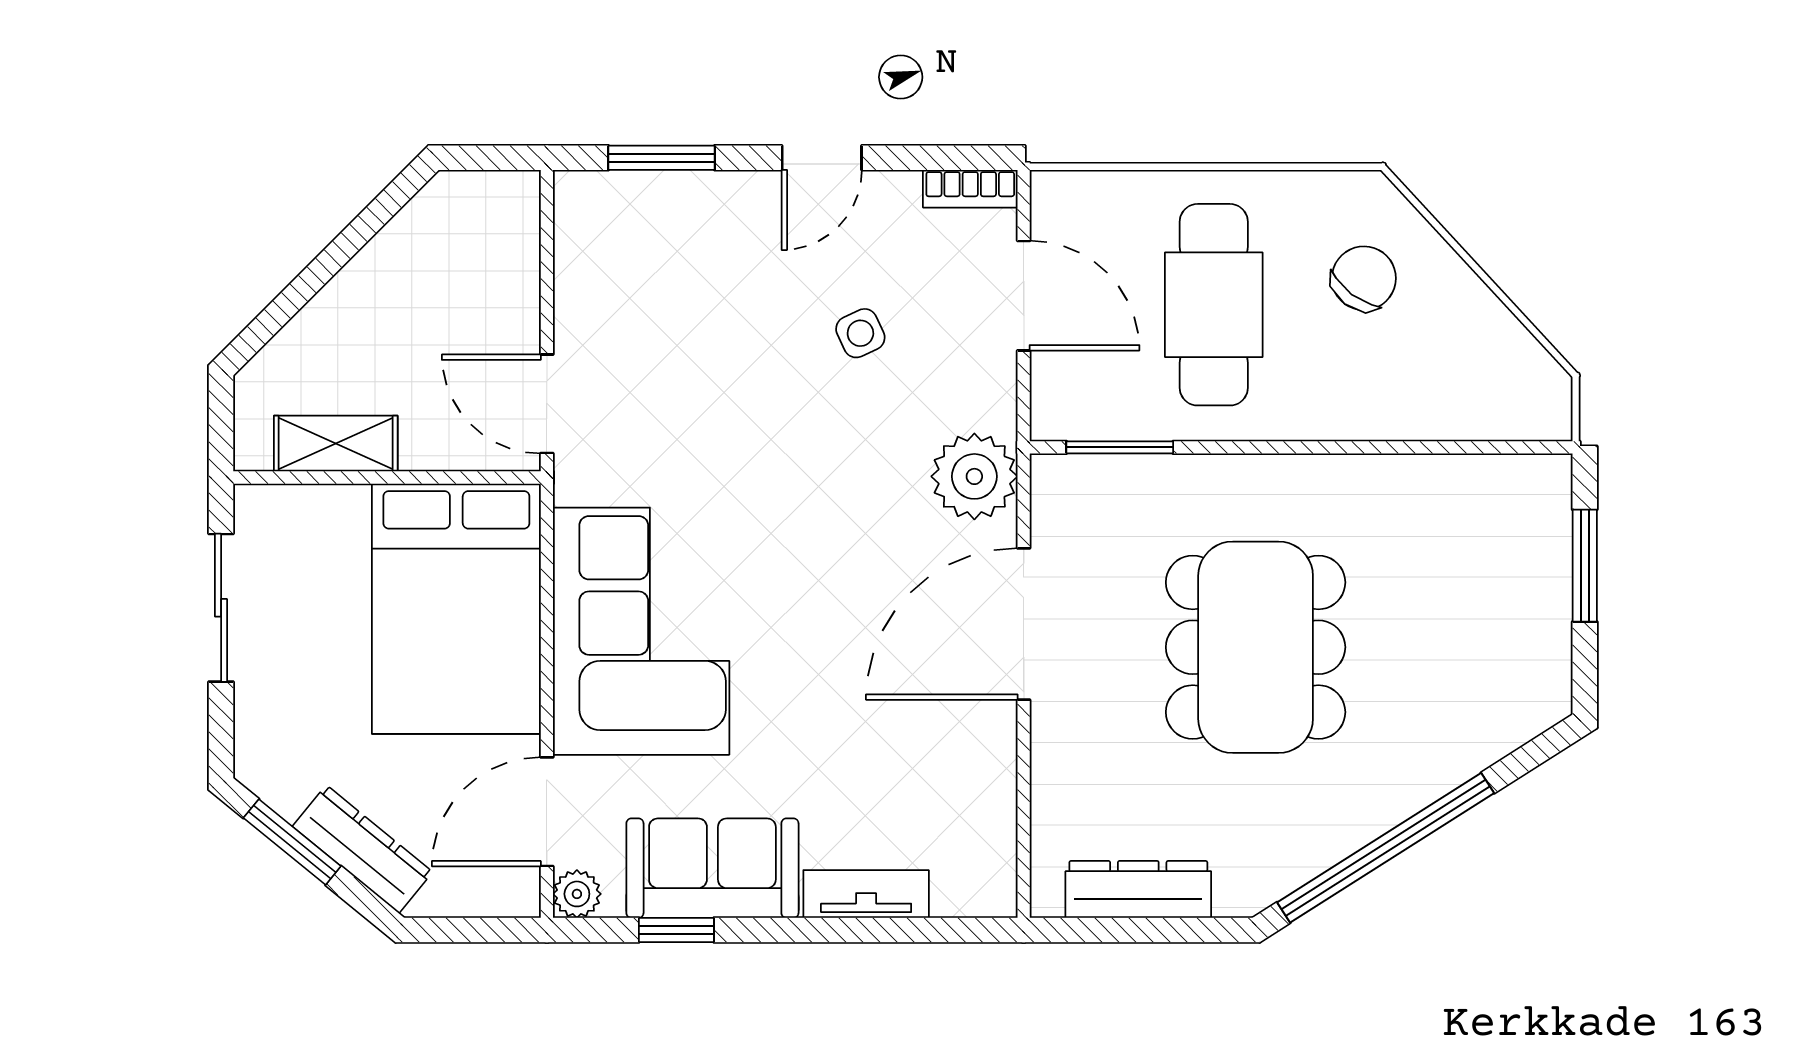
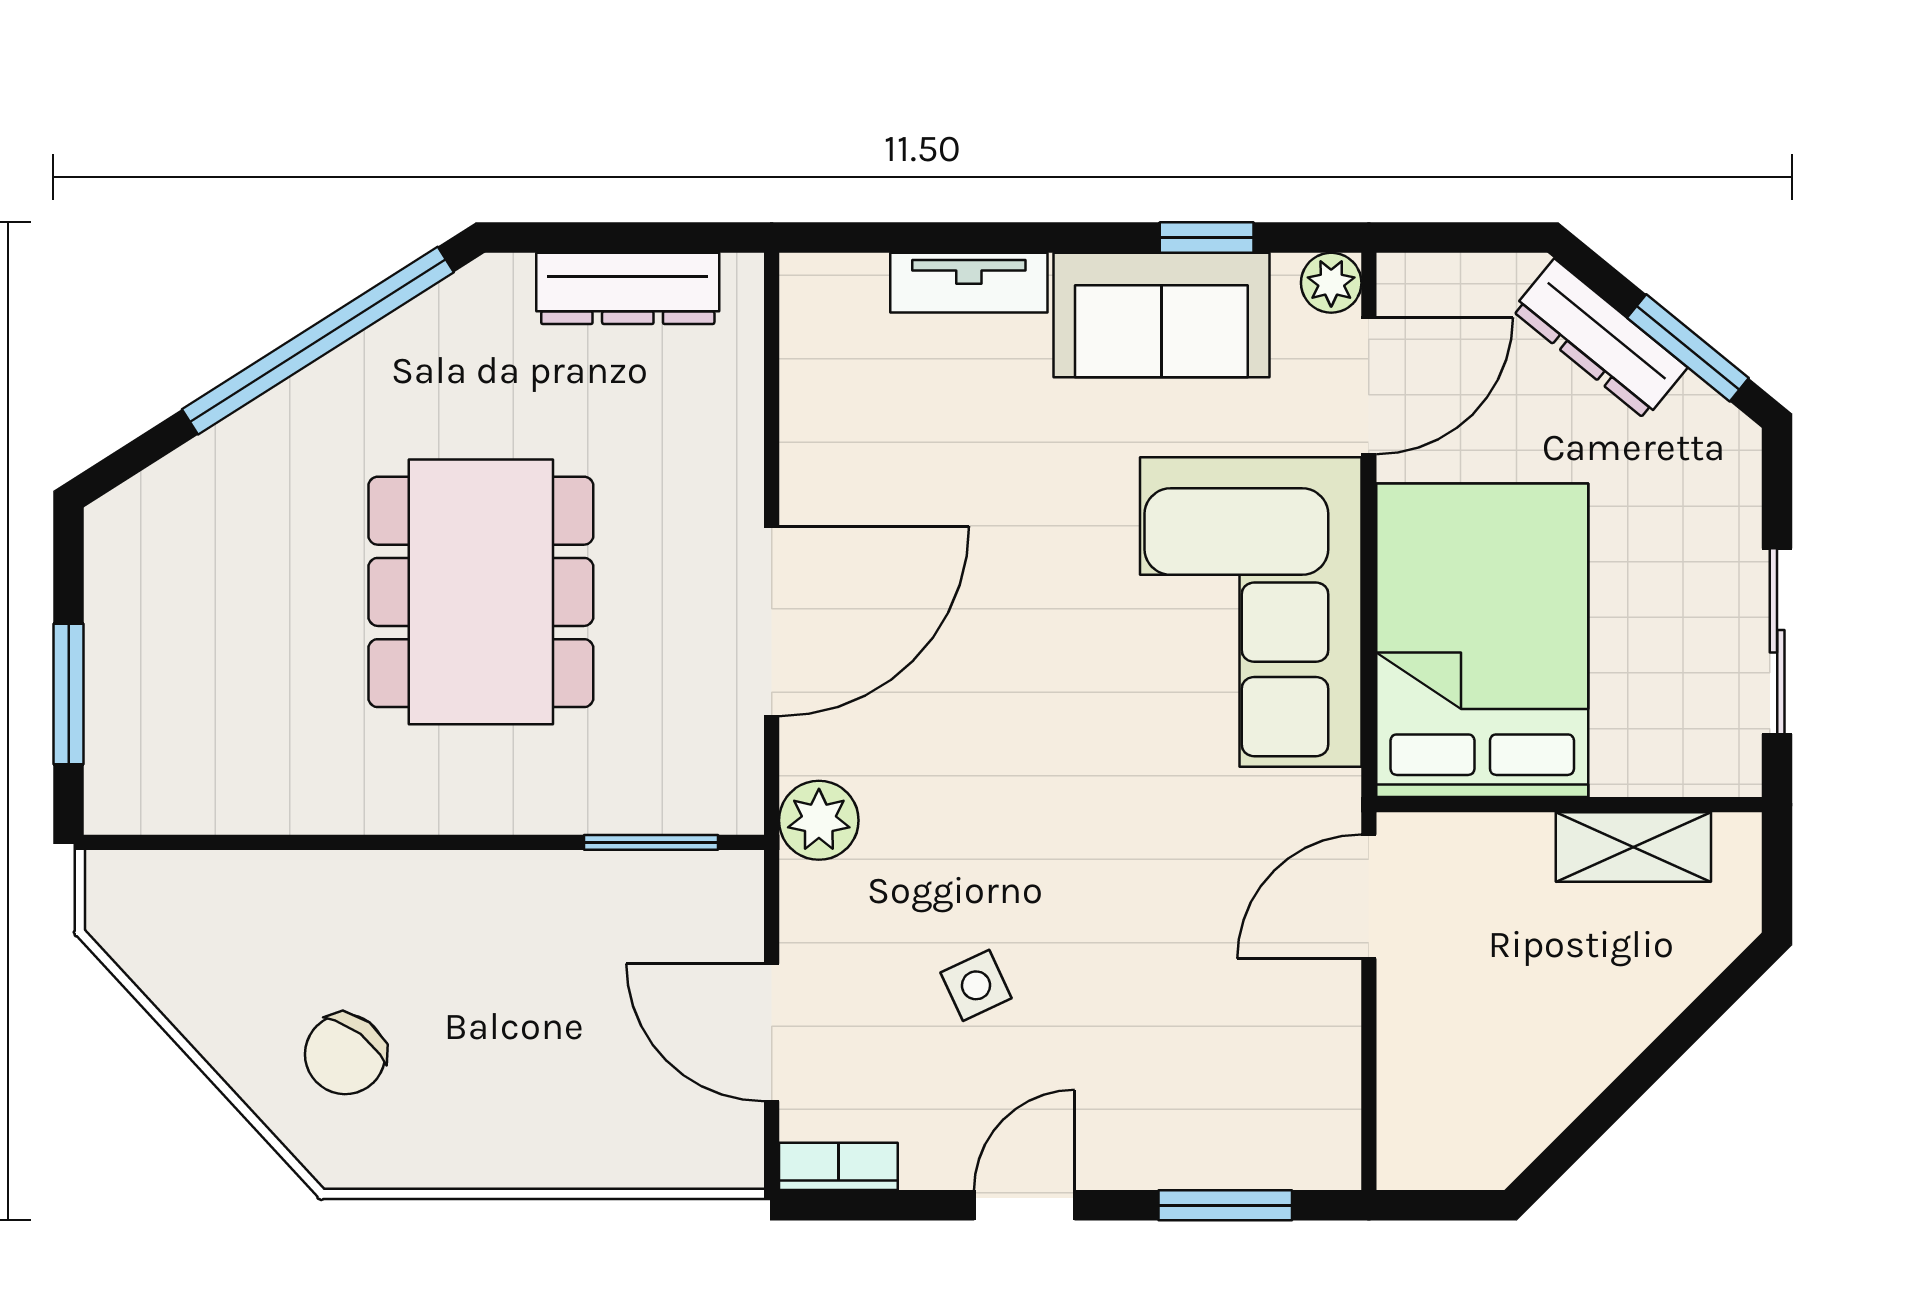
cafe table: (1214, 305) -> (533, 1021), removed
door: (547, 404) -> (1369, 897), swing flipped
plant: (974, 476) -> (819, 820), width x0.73, depth x0.73

